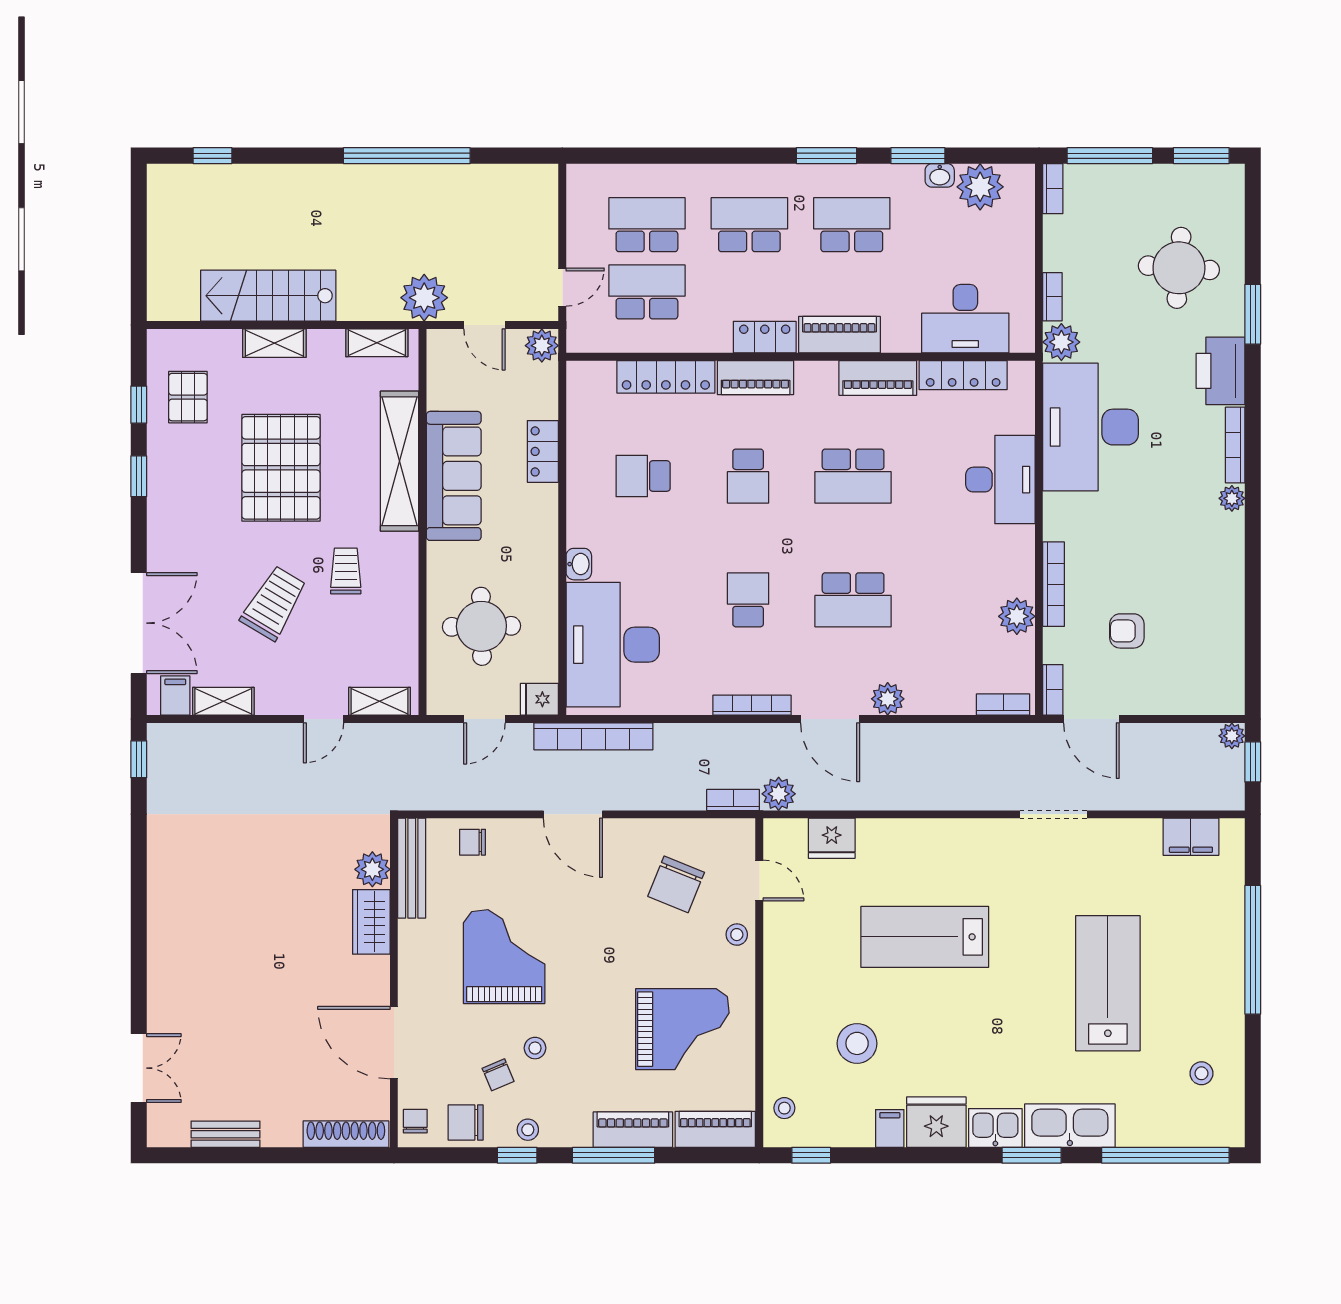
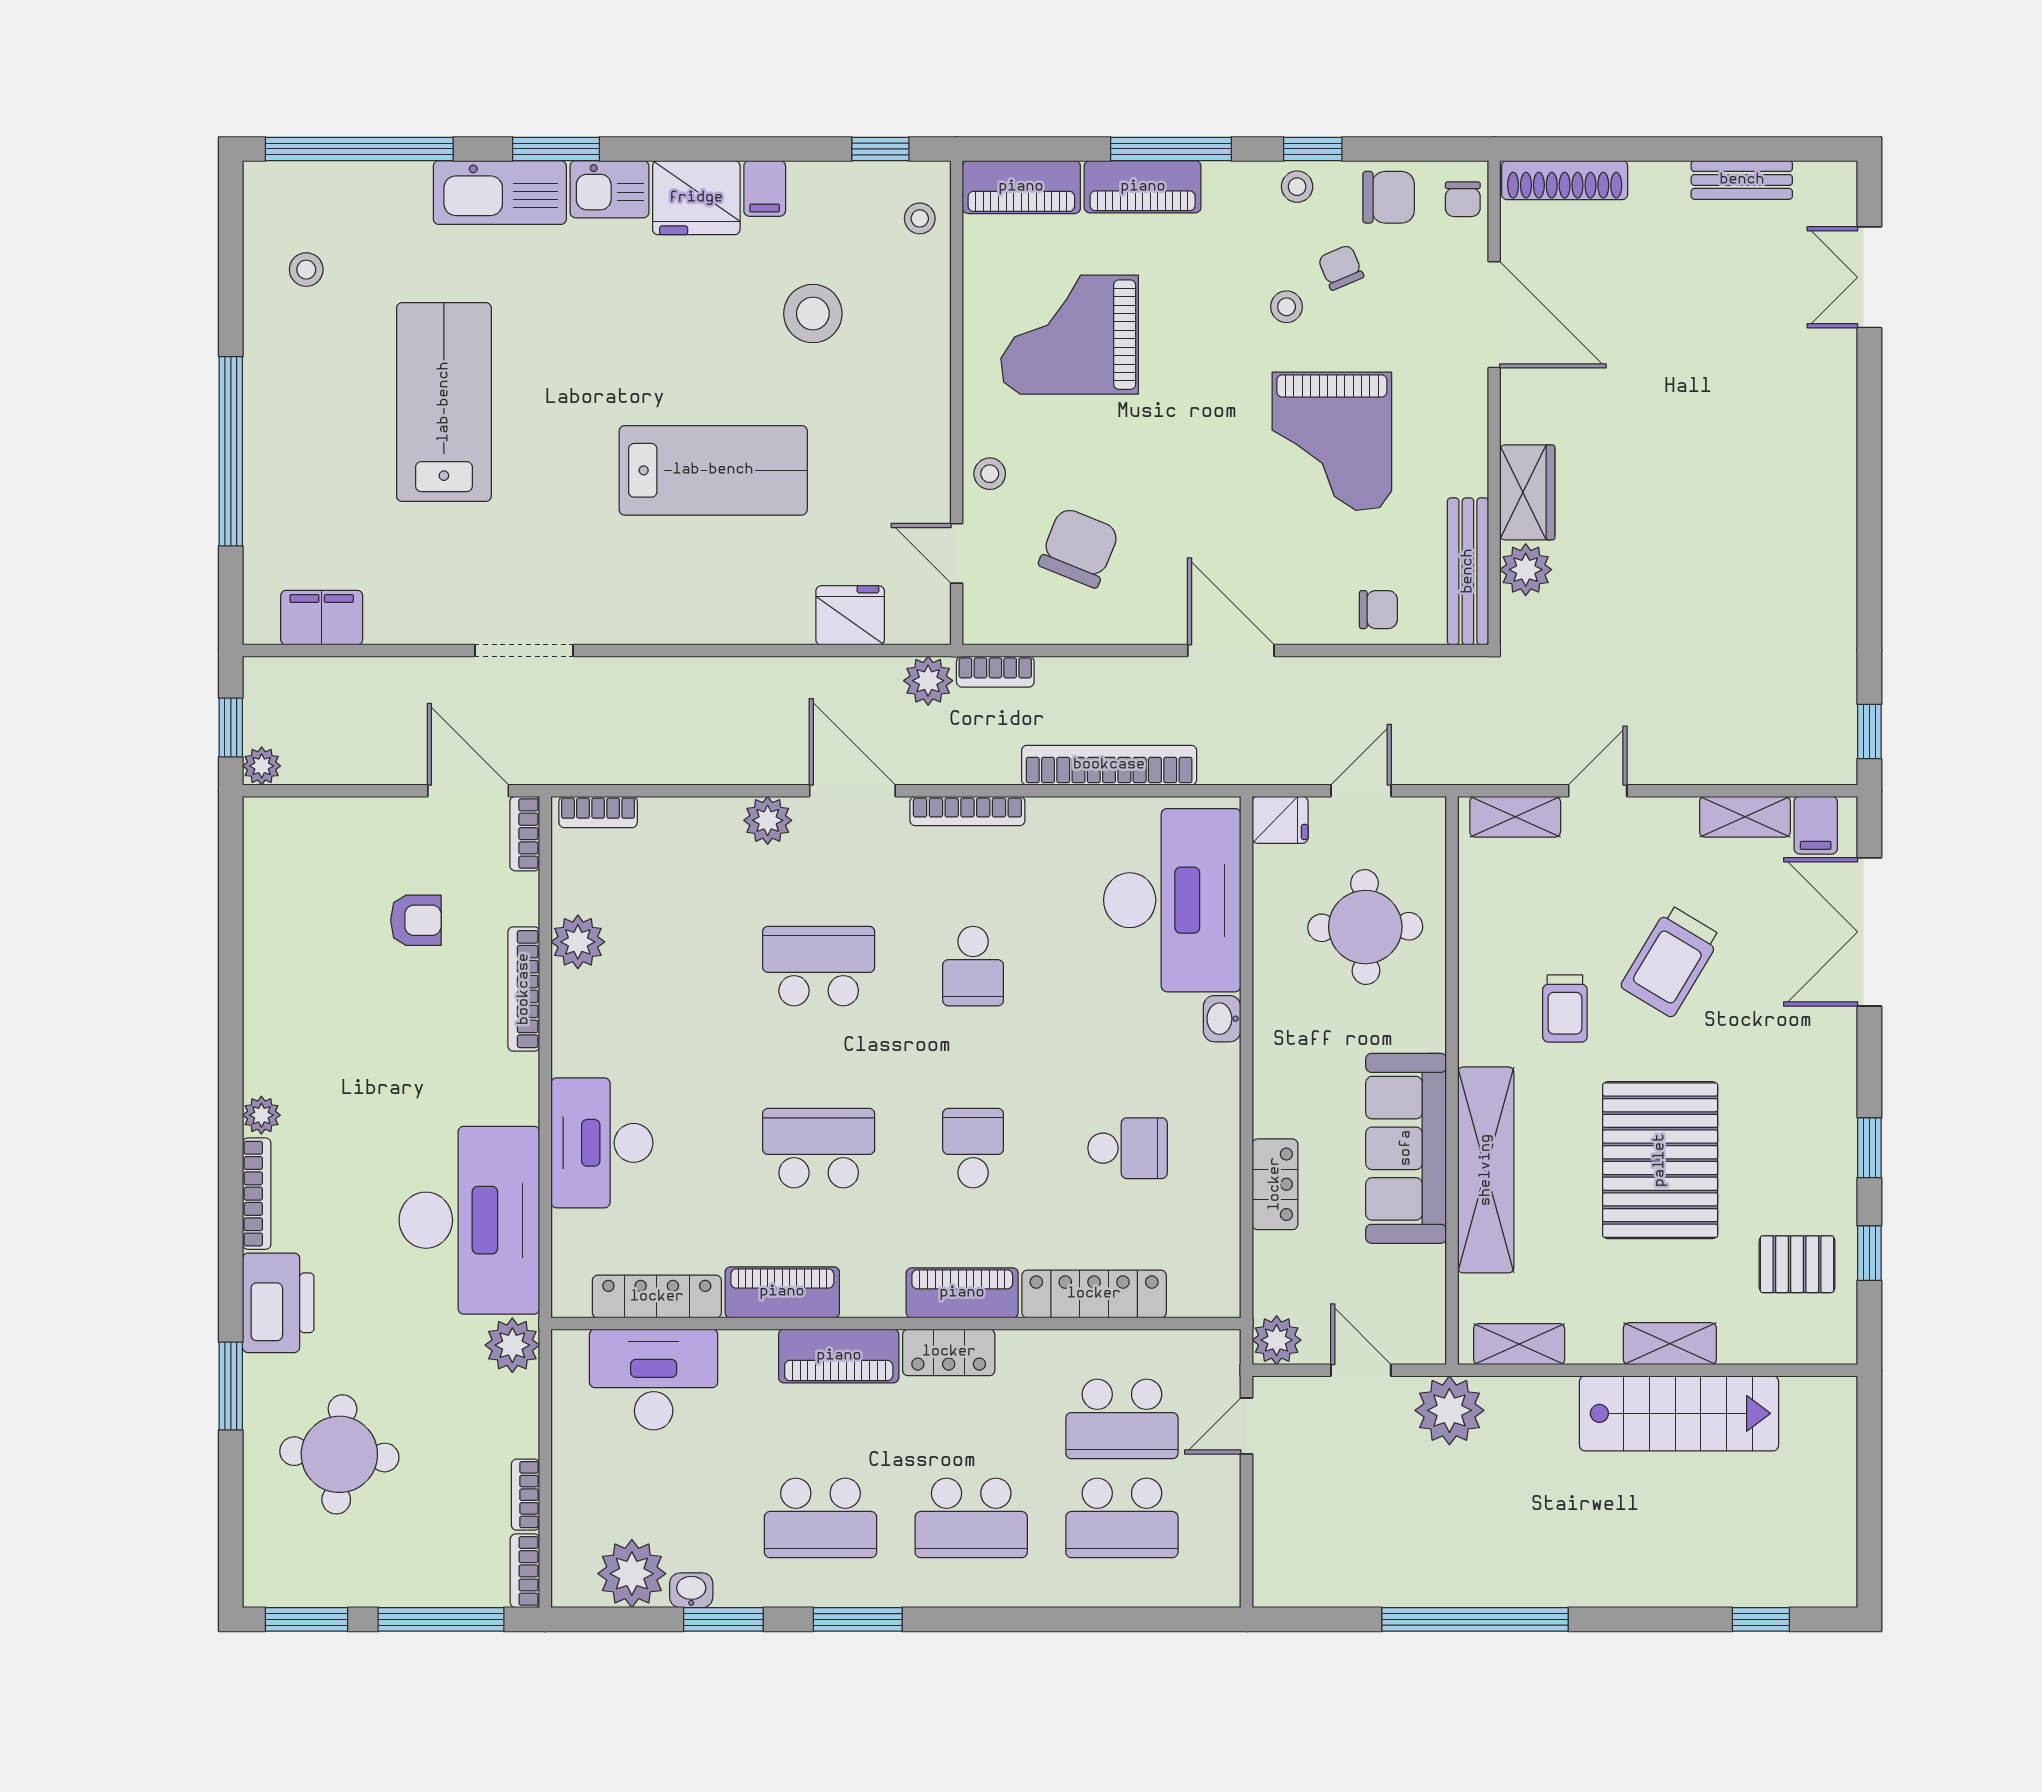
bookcase: (1052, 297) -> (526, 1495), moved
pallet: (188, 397) -> (1797, 1264), turned 90
bookcase: (593, 736) -> (1109, 765), moved
lab bench: (1108, 983) -> (444, 402), turned 180

